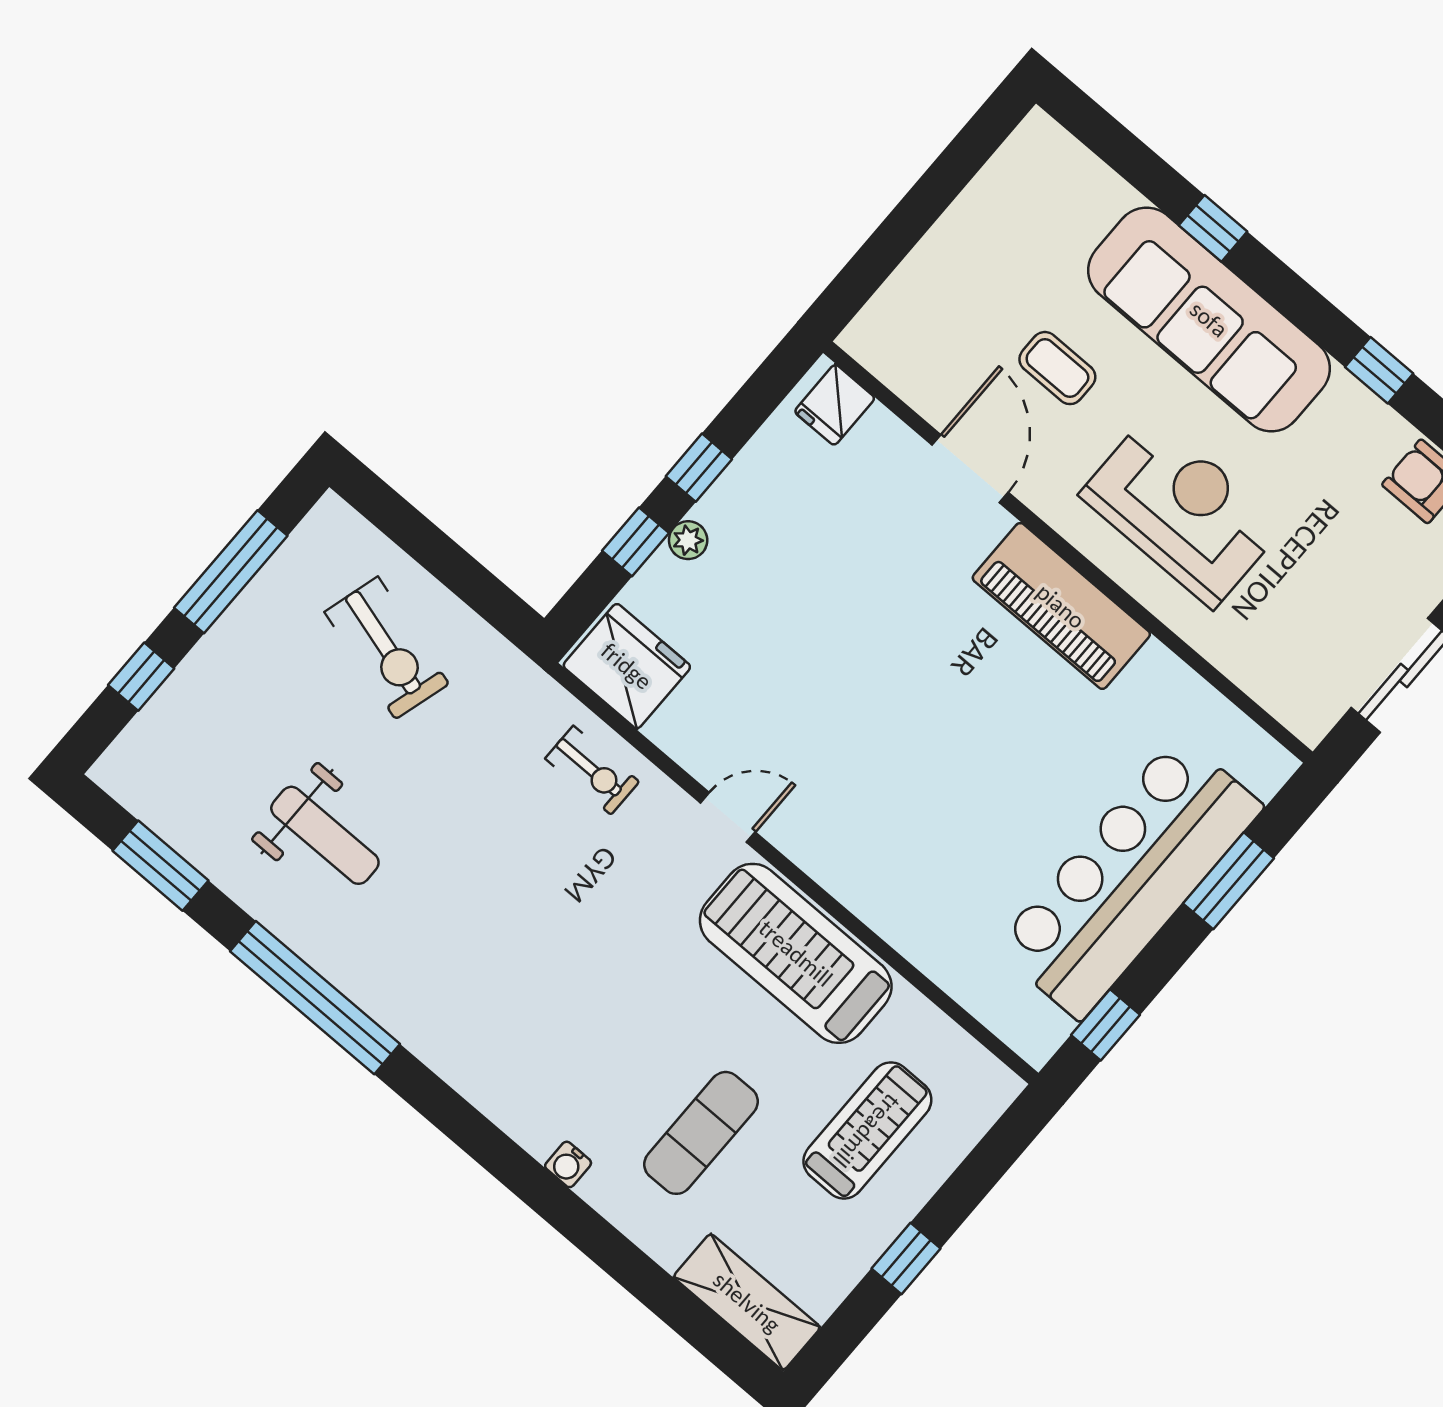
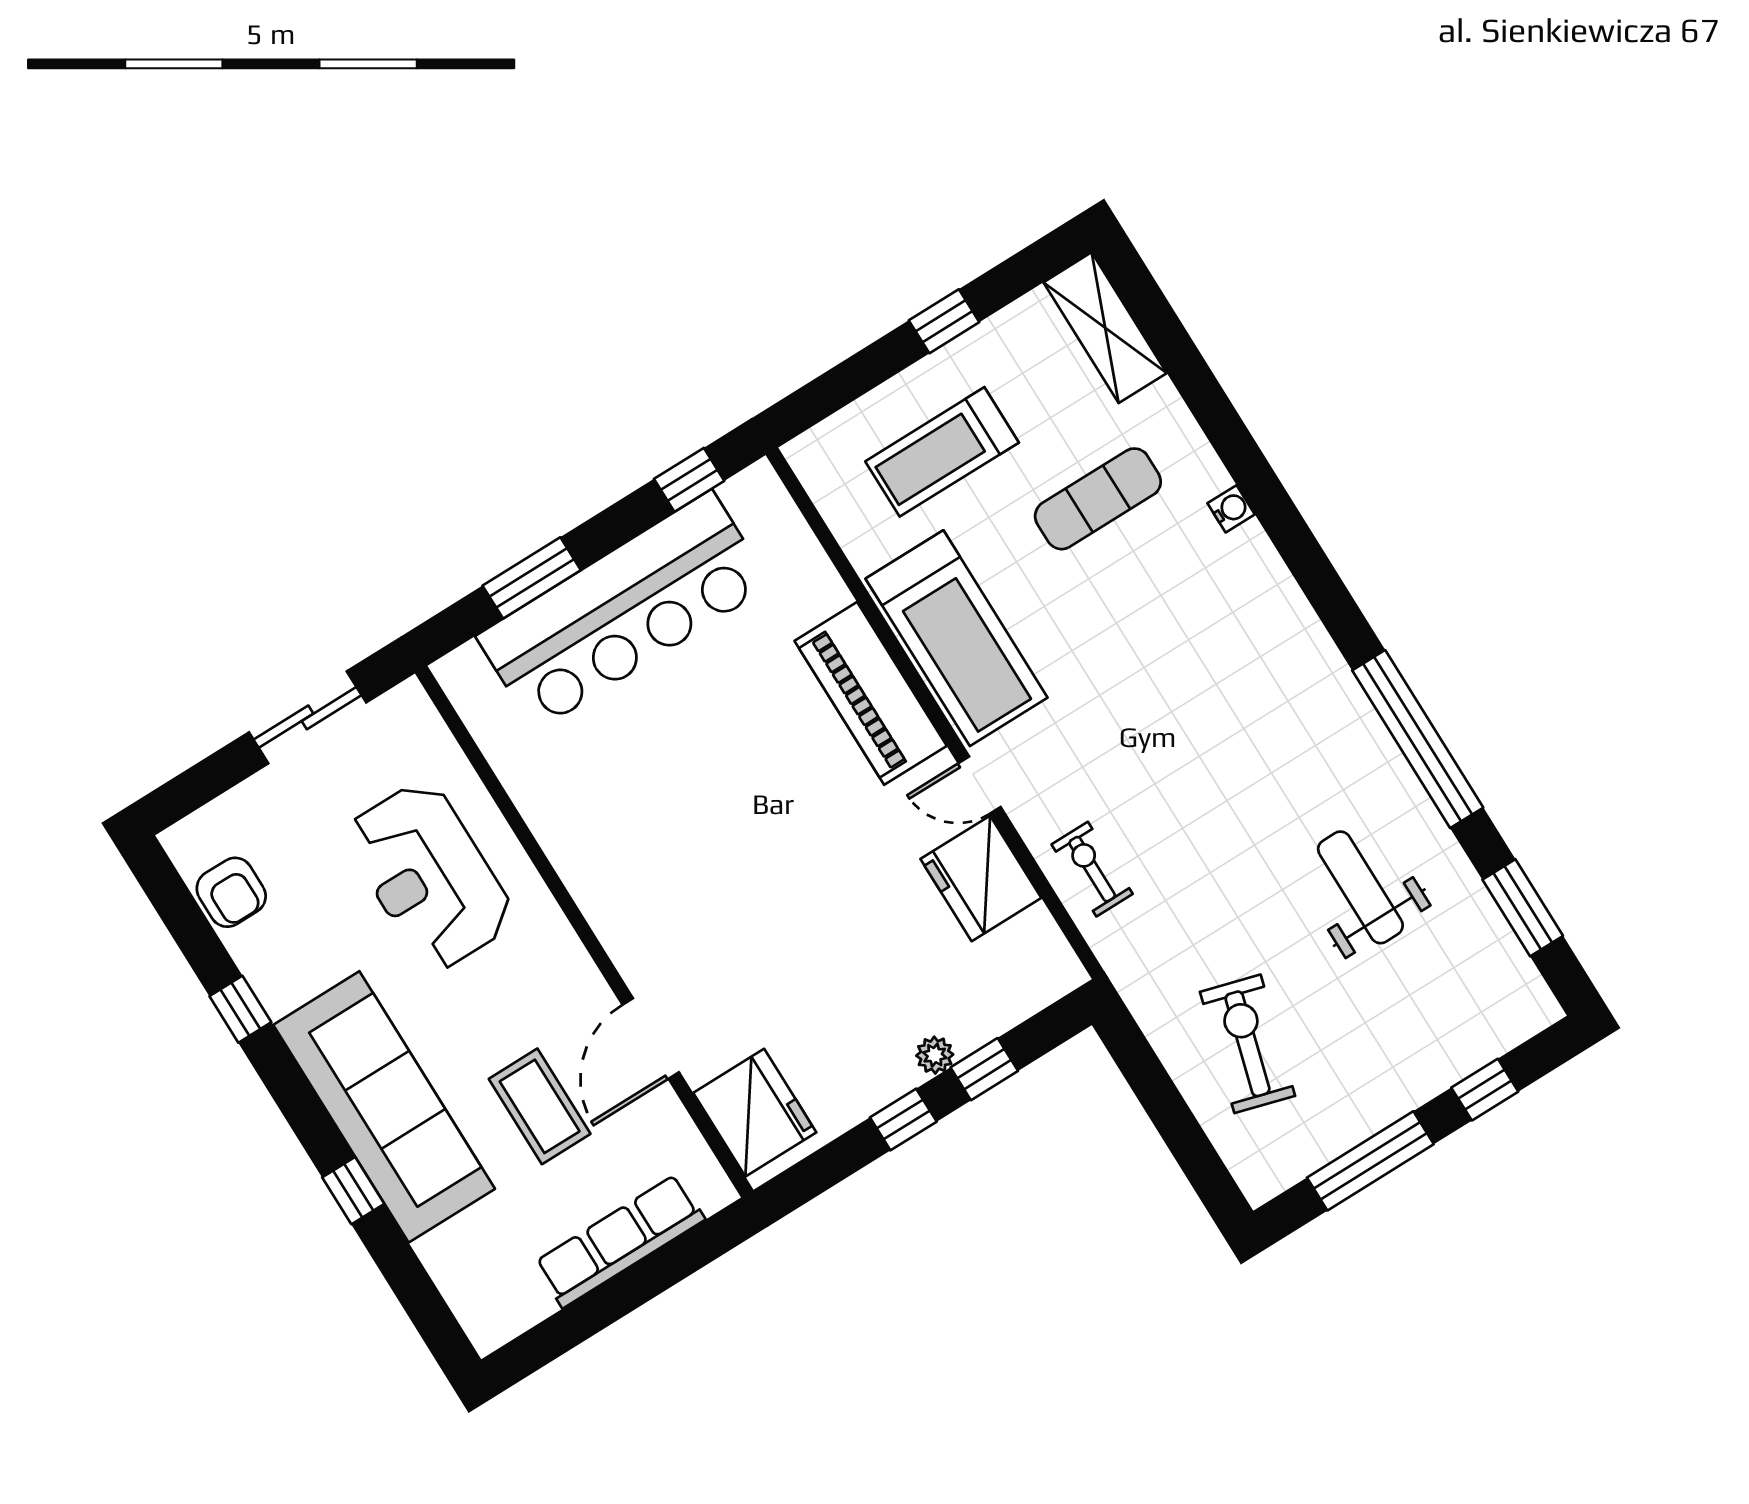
row of seats: (938, 262) -> (620, 1241), added
coffee table: (1057, 368) -> (540, 1106), width x1.36, depth x1.30
fridge: (835, 405) -> (755, 1113), width x1.88, depth x1.34
reception desk: (1182, 511) -> (429, 876), moved
piano: (1061, 606) -> (871, 693), moved, turned 180
fridge: (627, 666) -> (981, 878), moved

